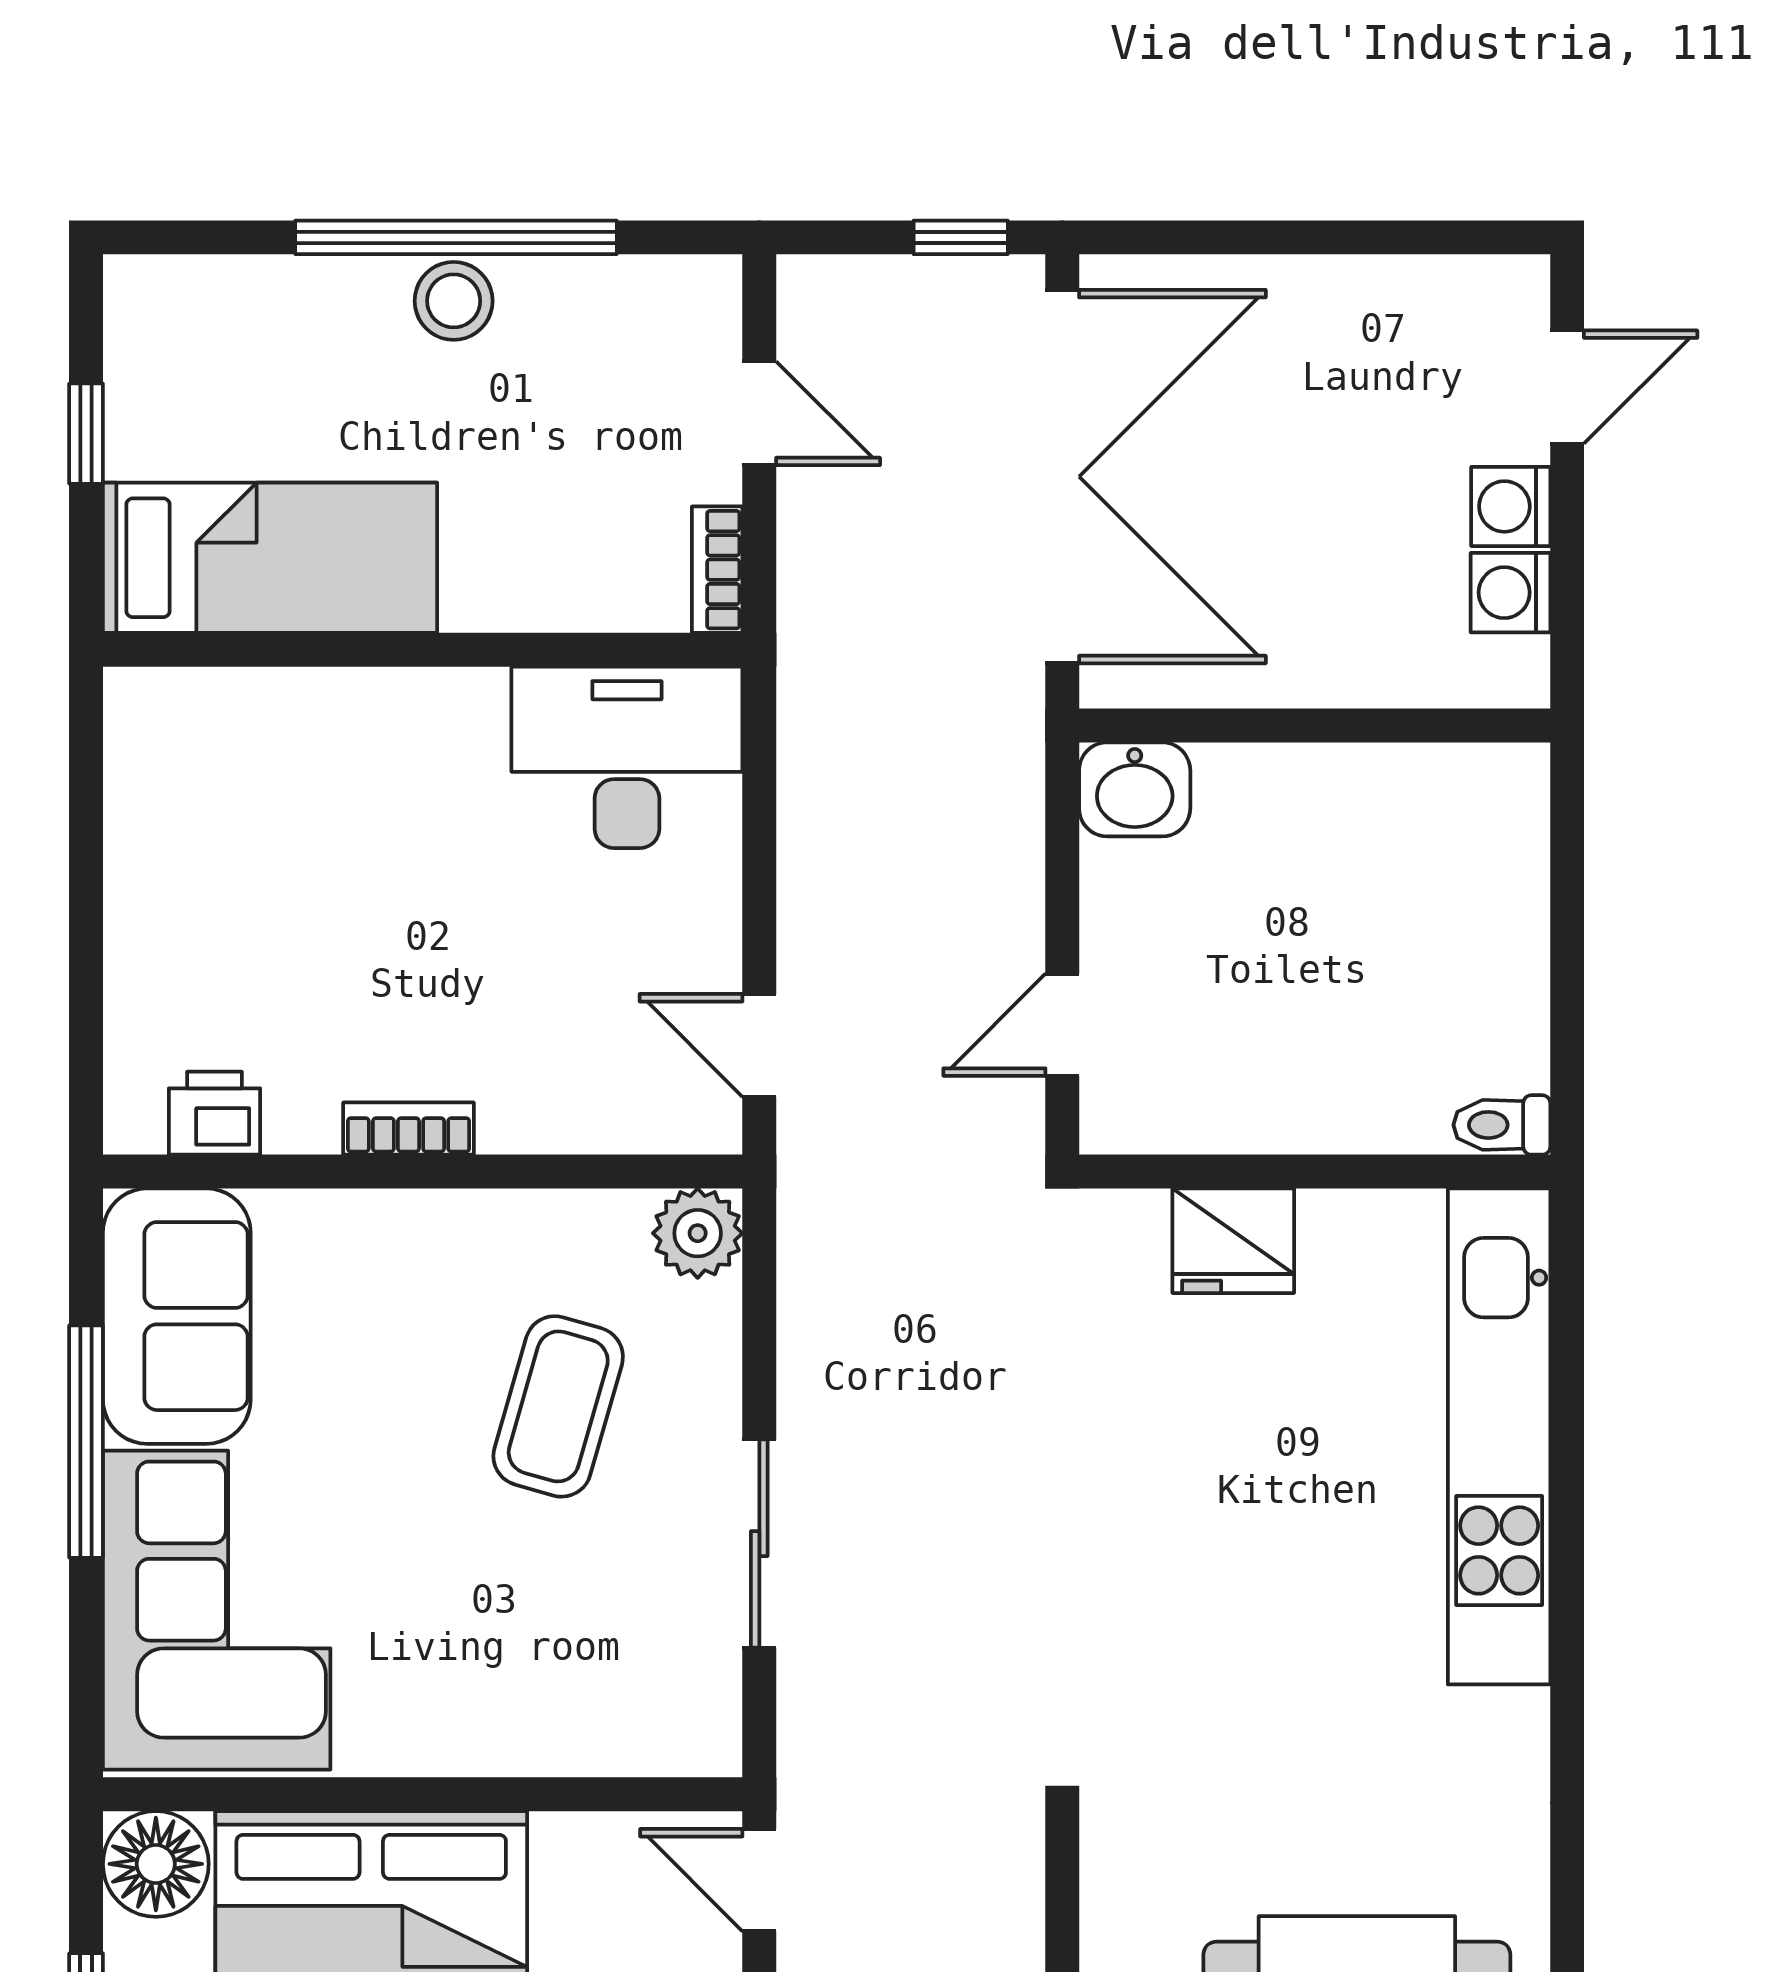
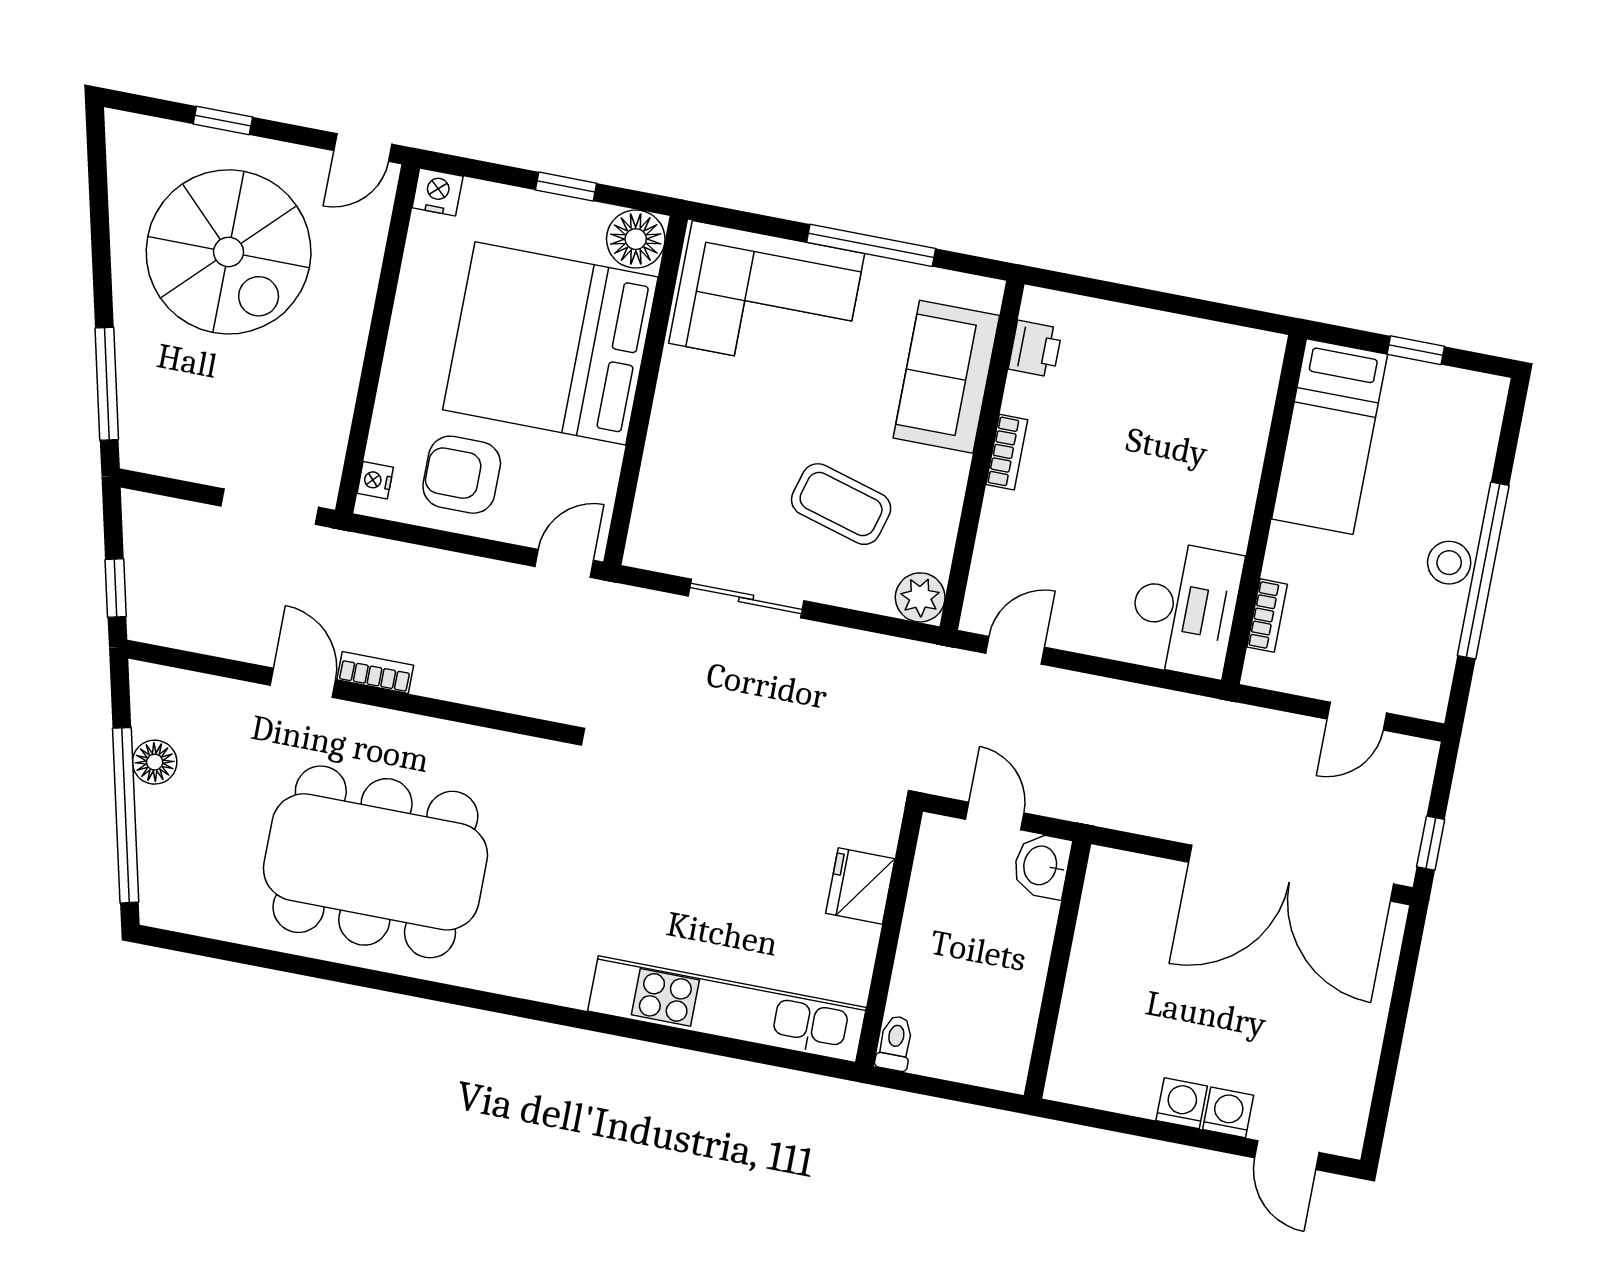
bookcase: (717, 570) -> (1267, 616), moved, turned 90
wall: (1315, 726) -> (1057, 970), moved
washbasin: (1135, 789) -> (1042, 866), moved
sofa: (177, 1316) -> (946, 377), moved, turned 90

